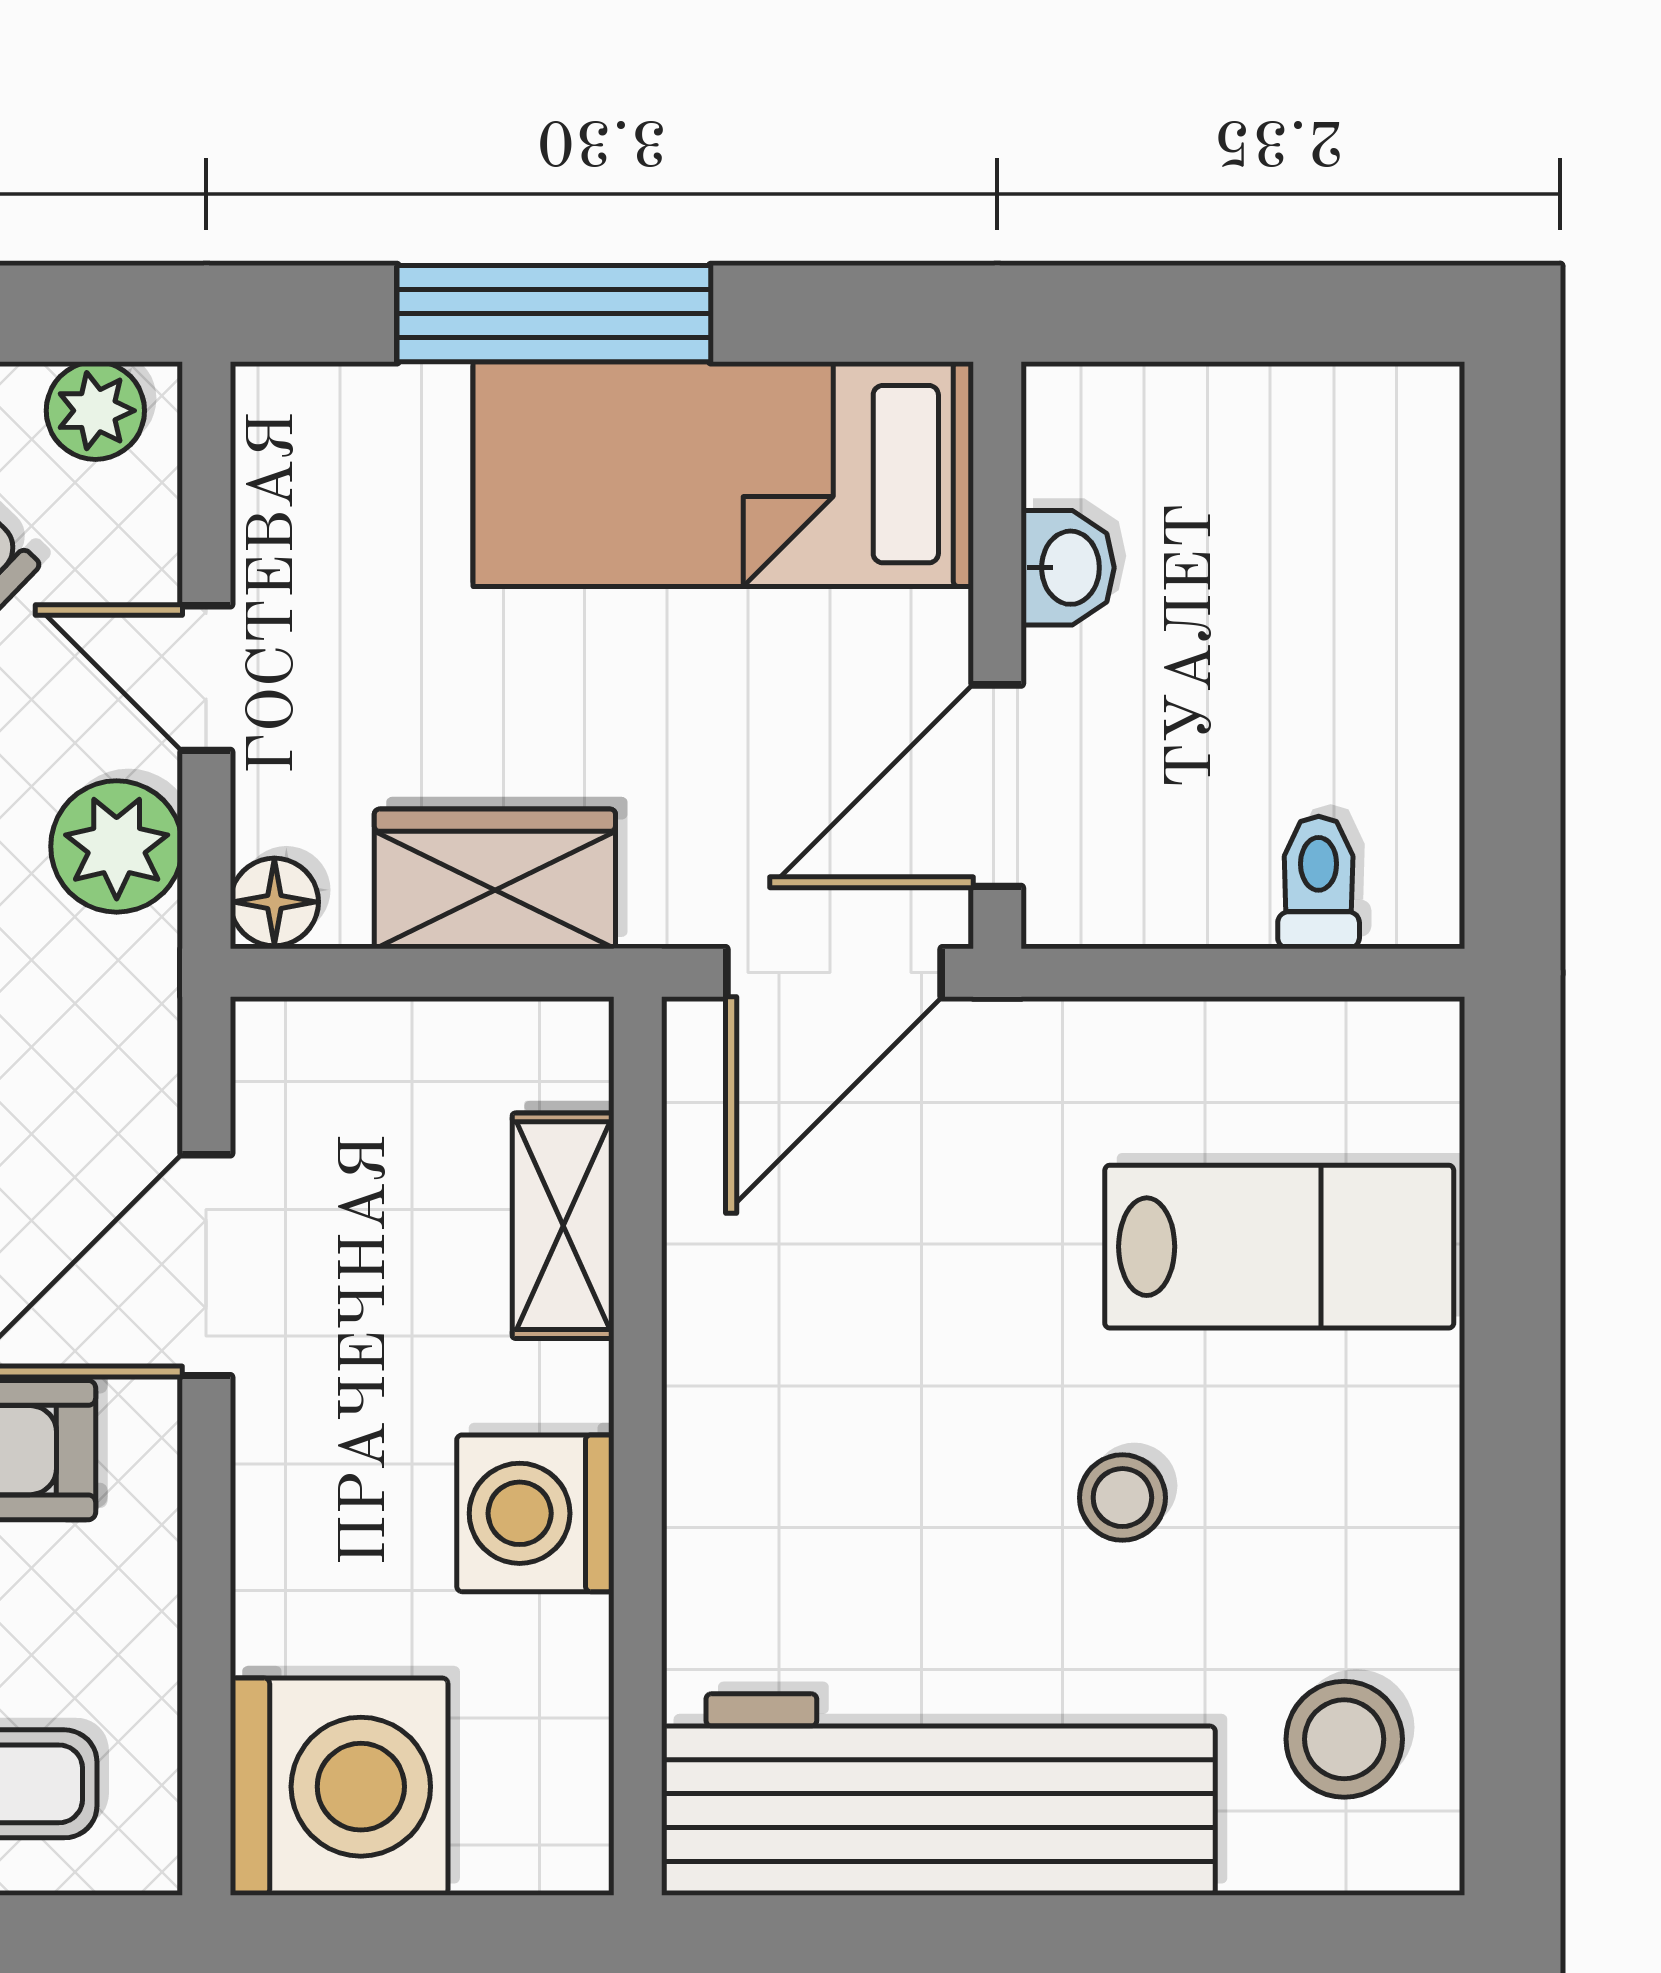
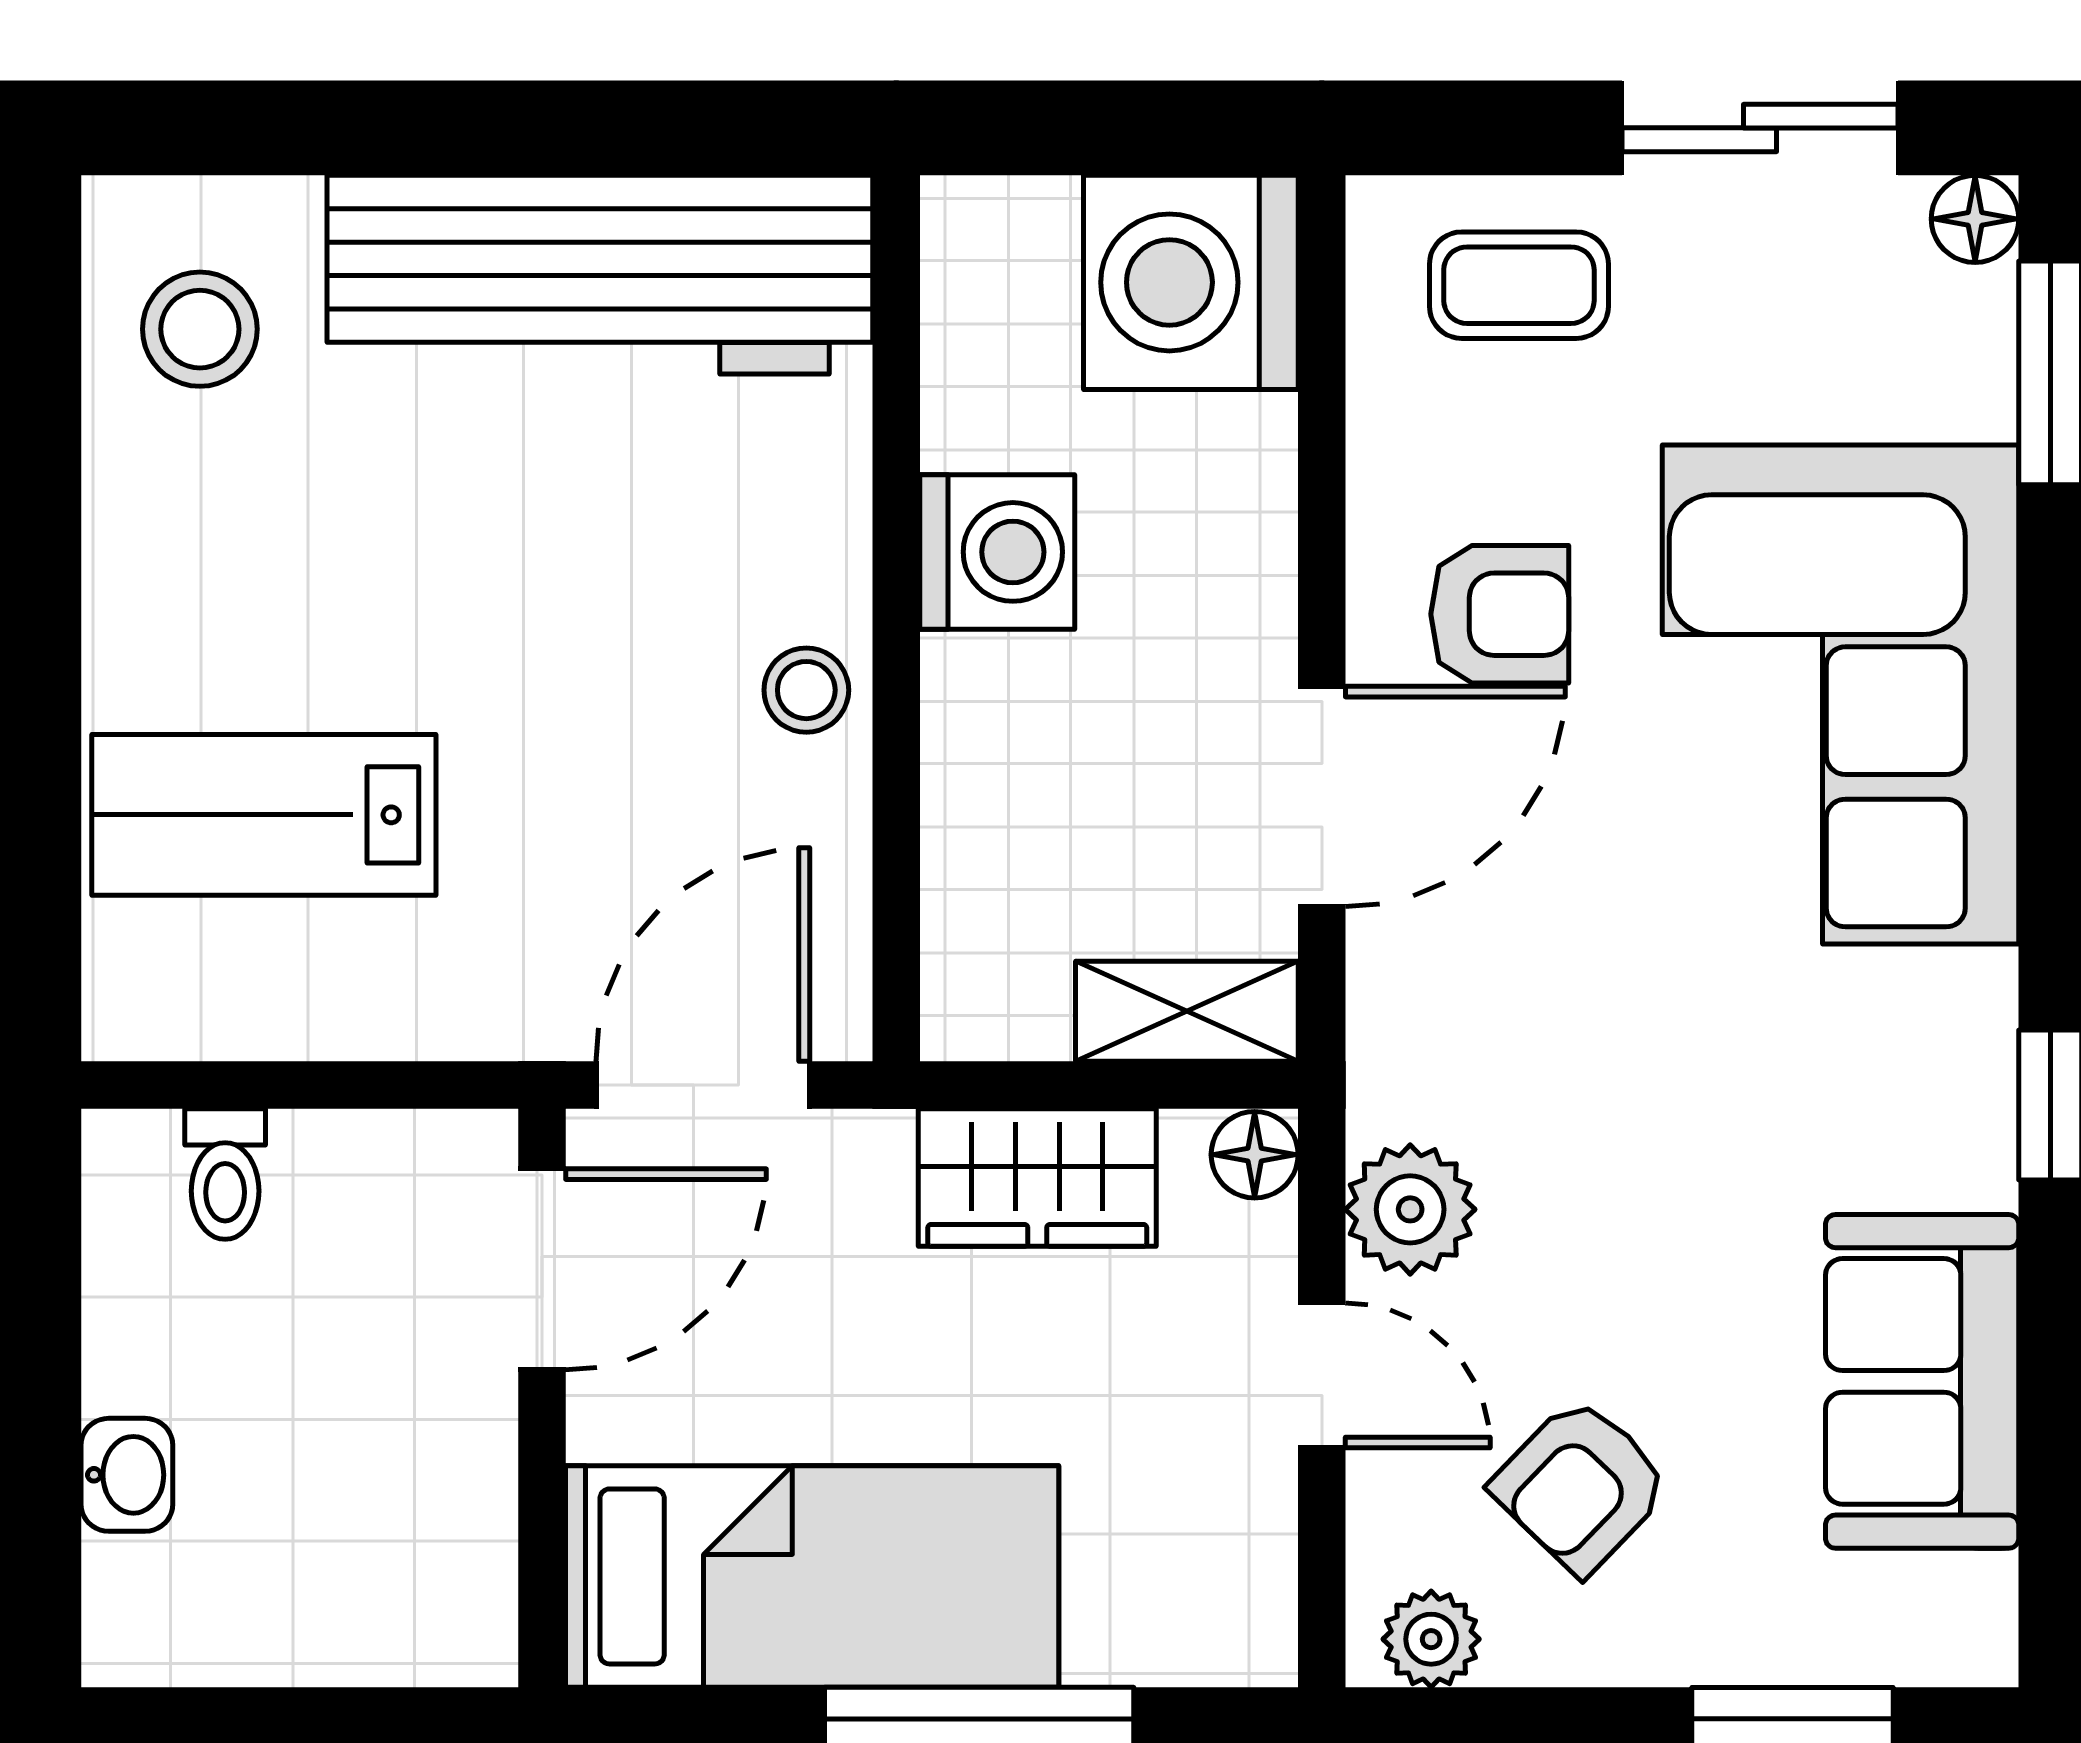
washbasin: (1068, 568) -> (127, 1475), moved, turned 180
shelving: (563, 1226) -> (1187, 1011), moved, turned 90
stool: (1122, 1498) -> (806, 690), moved

